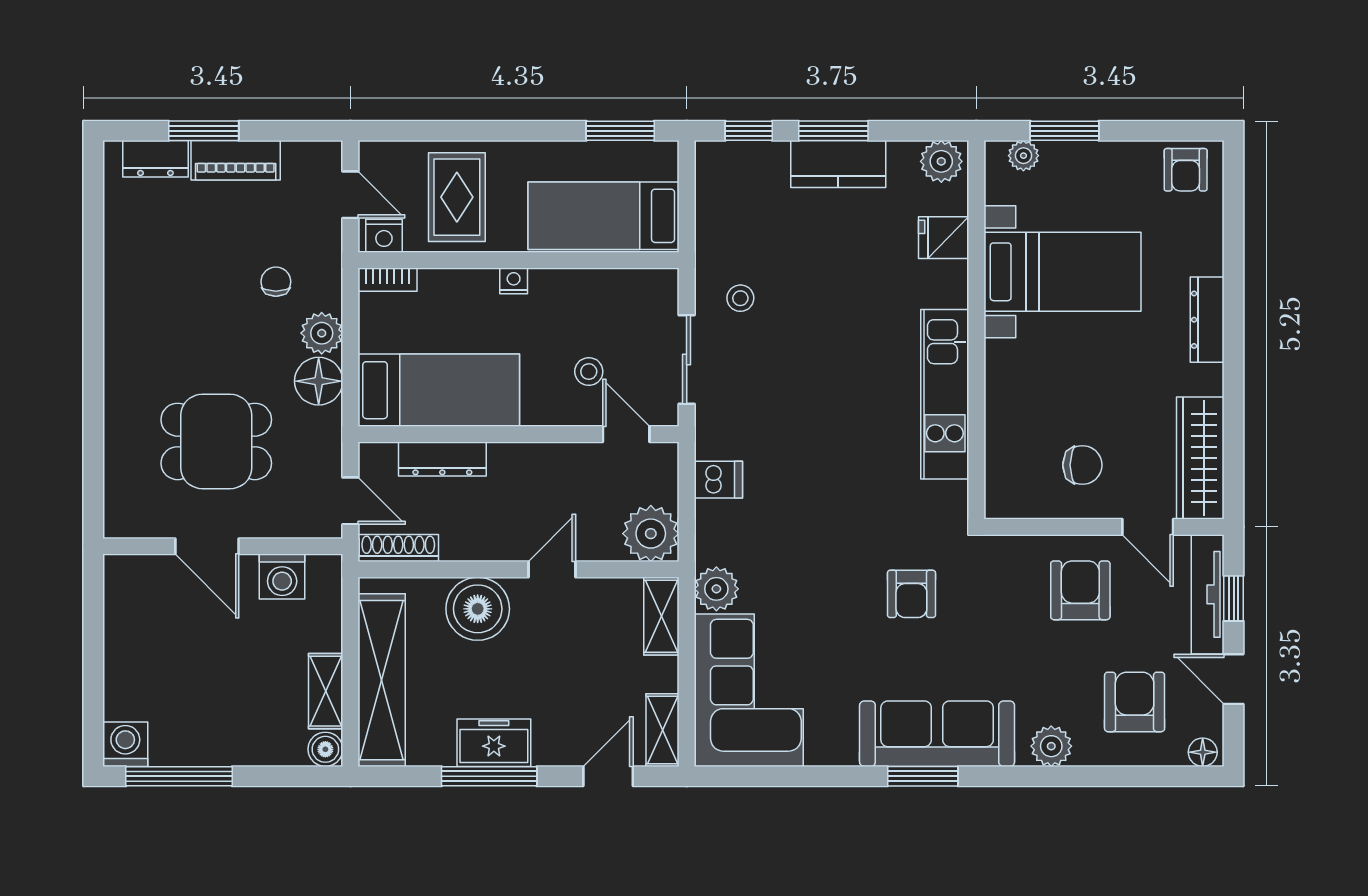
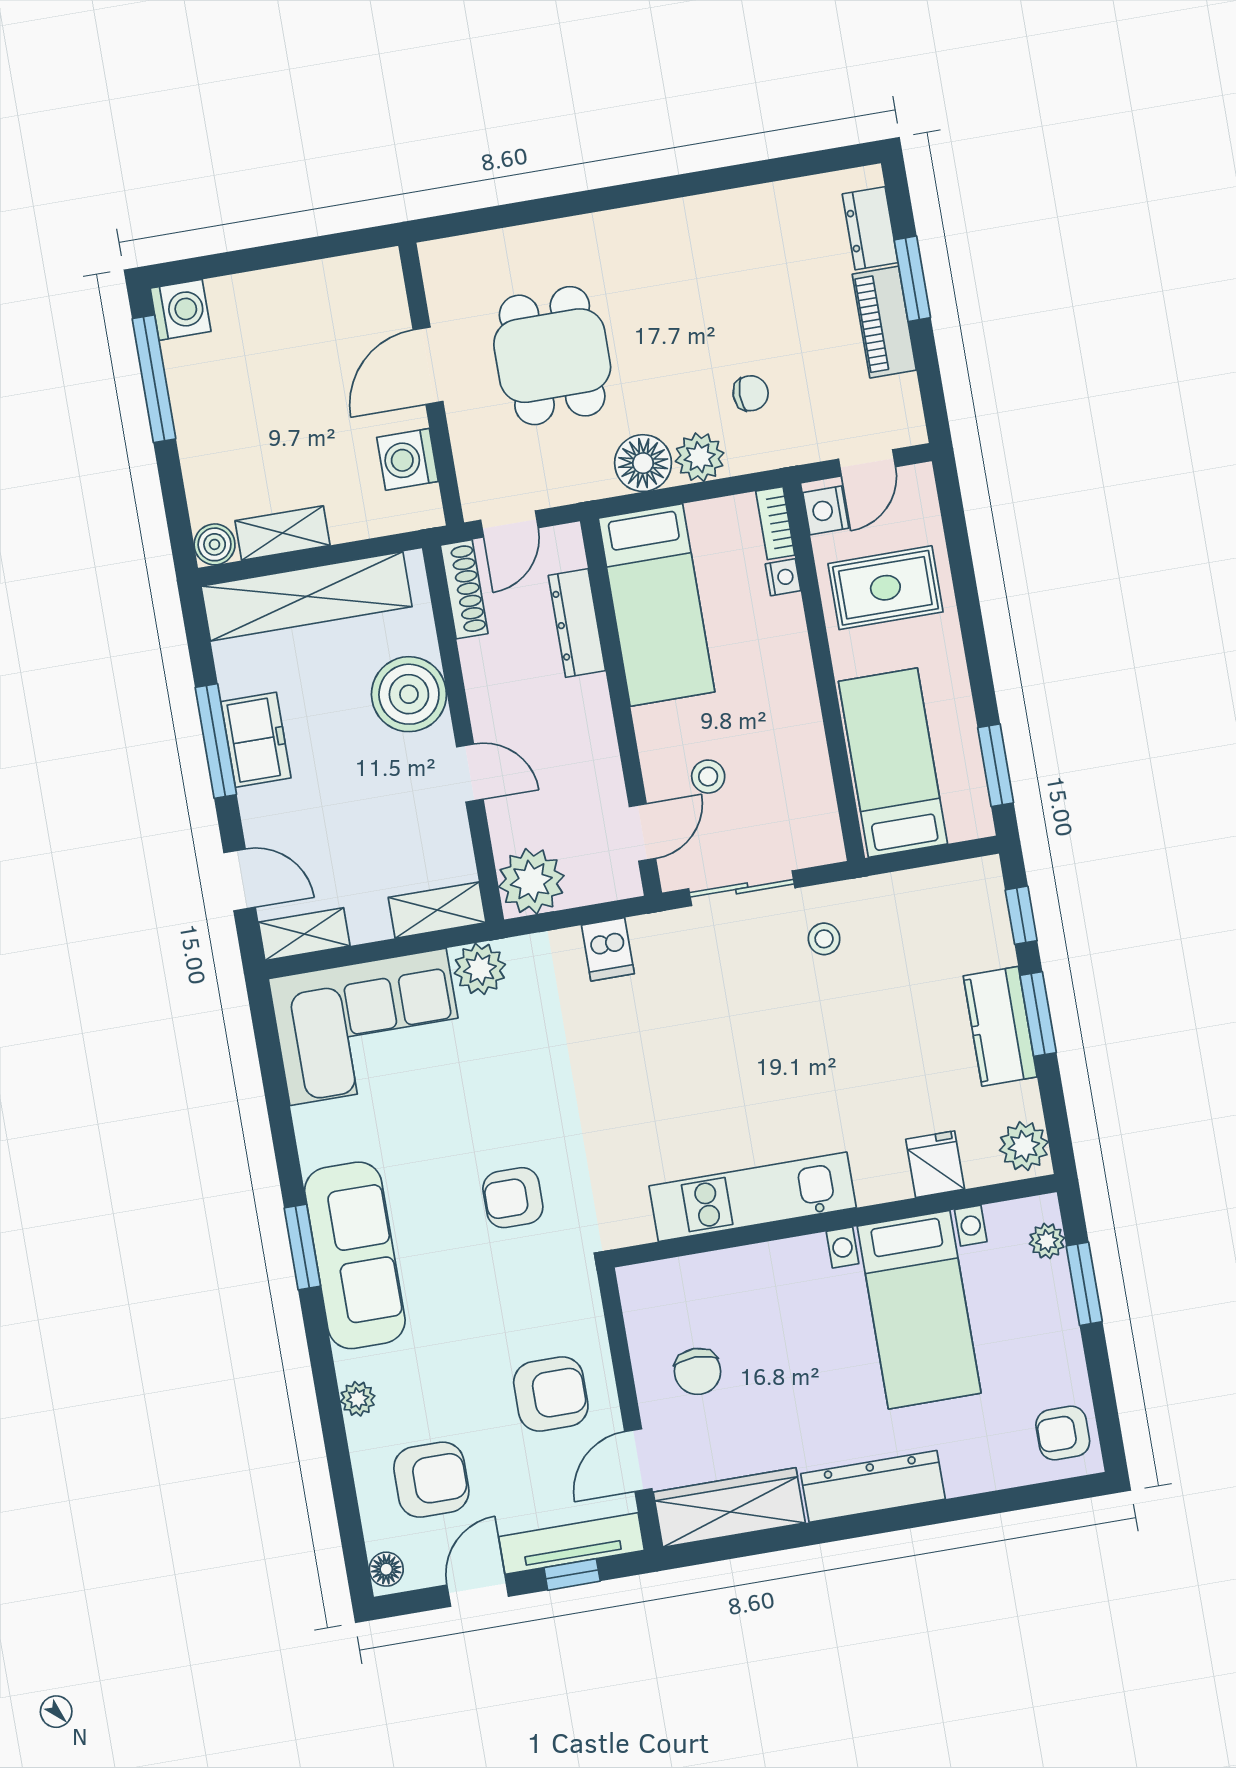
nightstand: (514, 281) -> (783, 577), moved
dresser: (1207, 320) -> (873, 1486), width x1.37, depth x1.24
plant: (1051, 746) -> (358, 1399), width x0.73, depth x0.73

